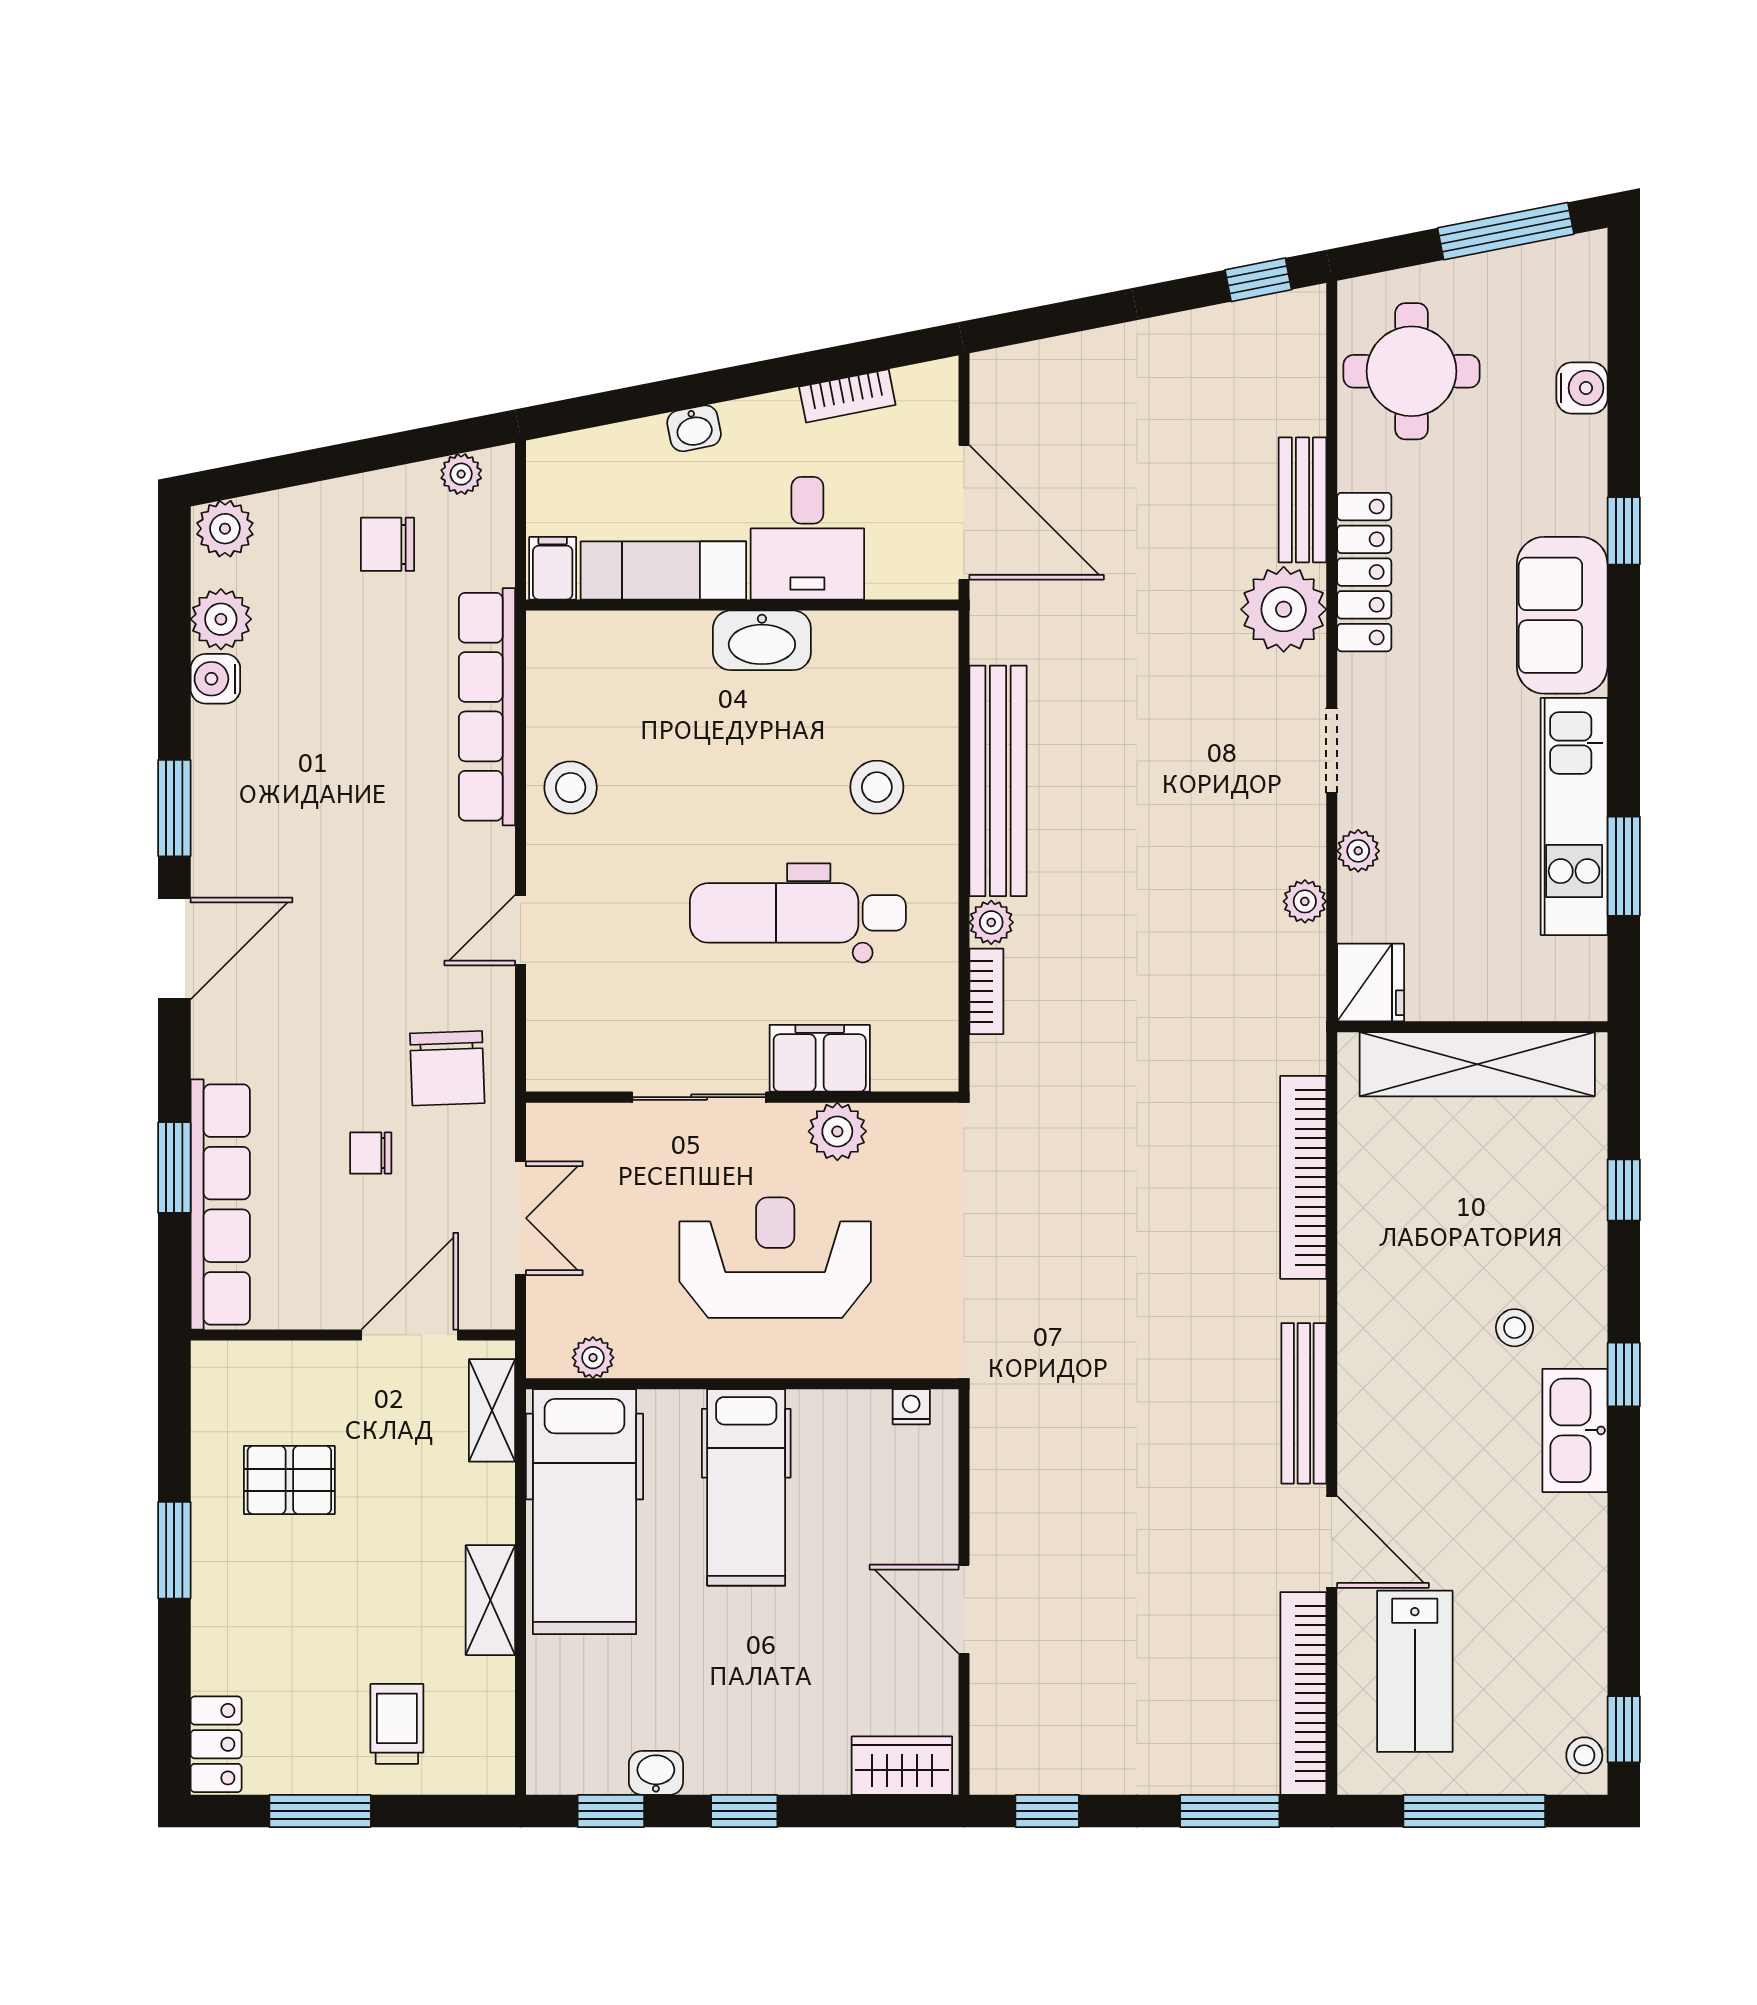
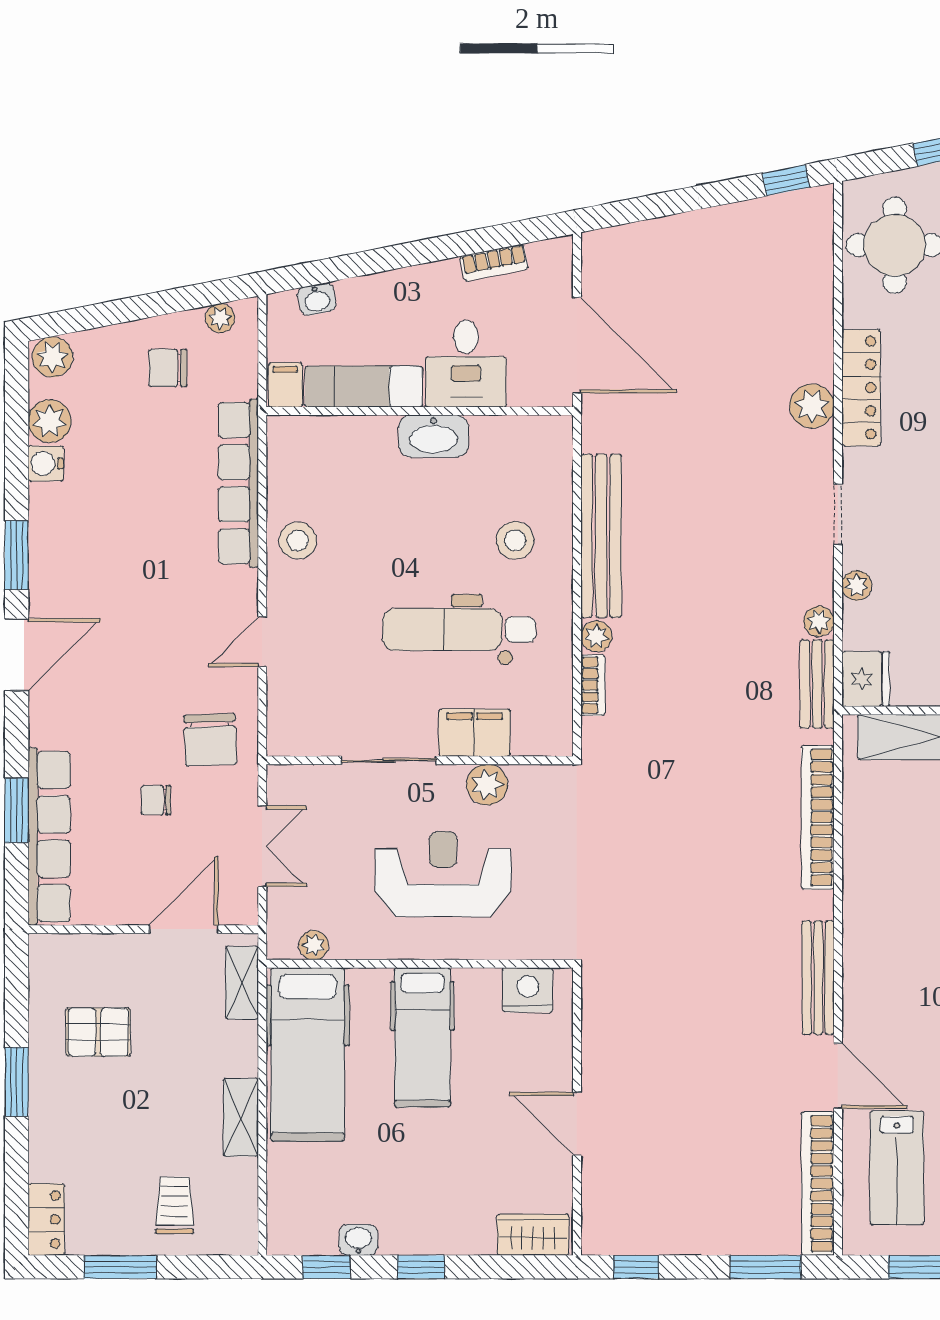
washbasin: (694, 428) -> (317, 299), moved
bench: (1302, 500) -> (817, 684), moved
plant: (1284, 609) -> (812, 406), width x0.73, depth x0.73
nightstand: (911, 1407) -> (528, 990), width x1.89, depth x1.79

